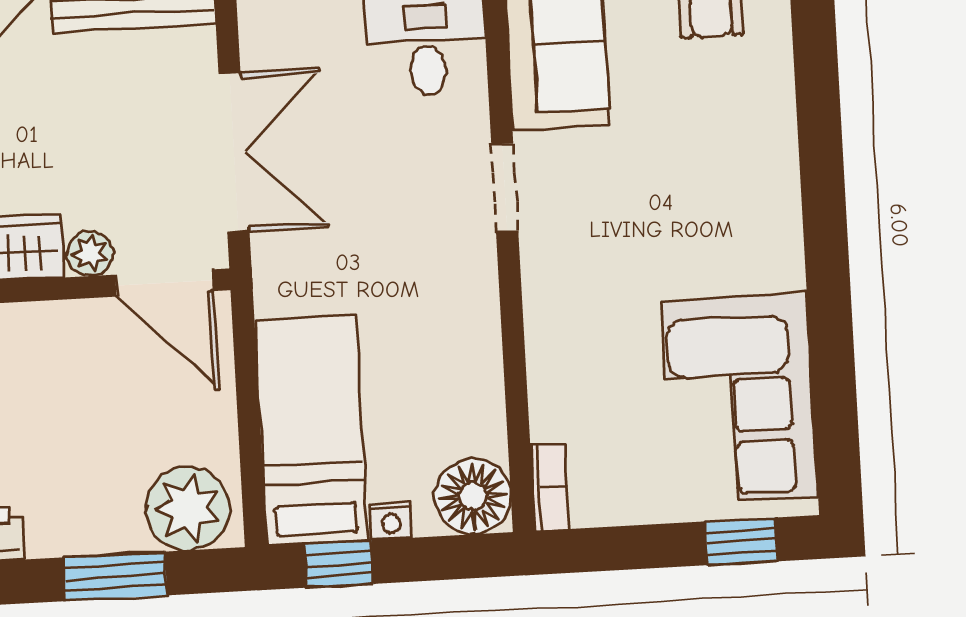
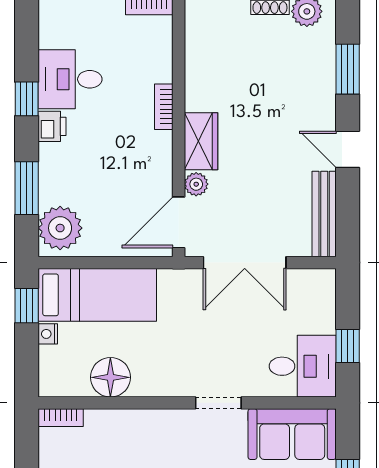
floor lamp: (473, 496) -> (110, 377), moved

